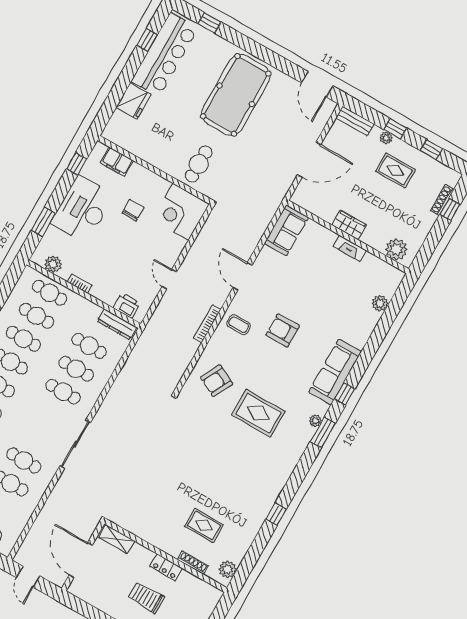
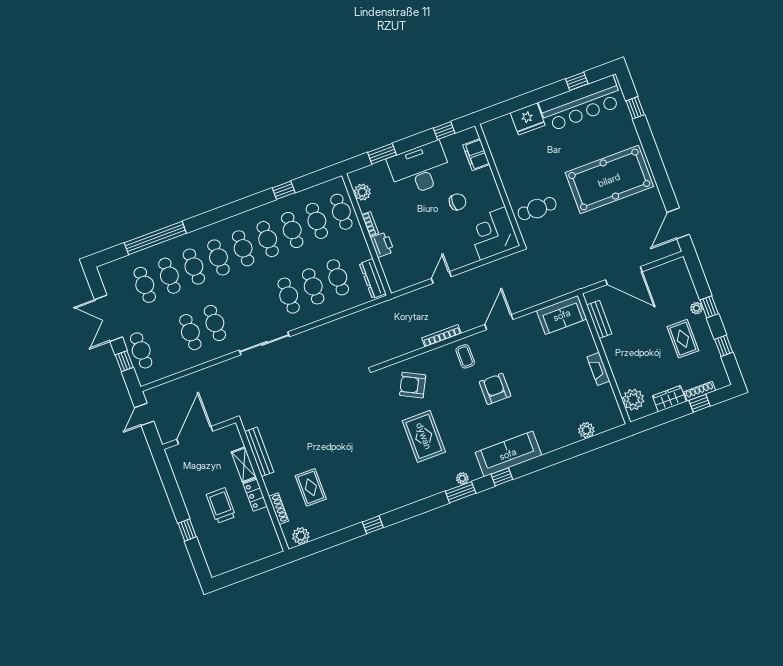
bench: (355, 121) -> (599, 319), moved
wardrobe: (349, 225) -> (669, 399), moved, turned -90
printer: (126, 306) -> (382, 245), moved
bench: (141, 531) -> (259, 452), added
shelving: (117, 539) -> (244, 465), moved

